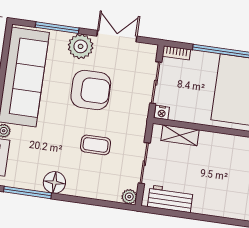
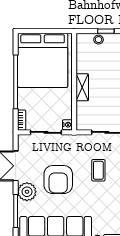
armchair: (91, 90) -> (58, 180), turned 180
shelving: (180, 135) -> (82, 87), moved

